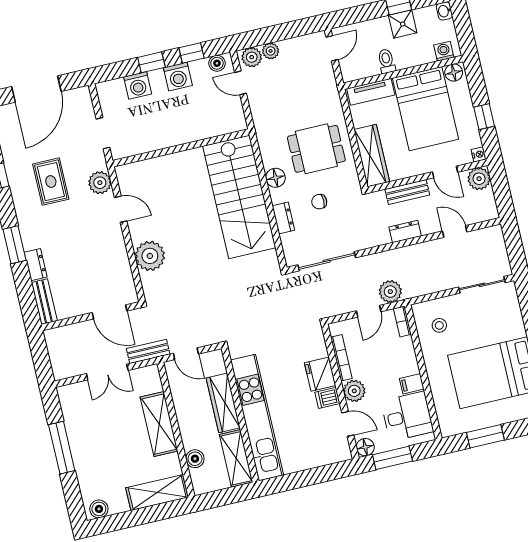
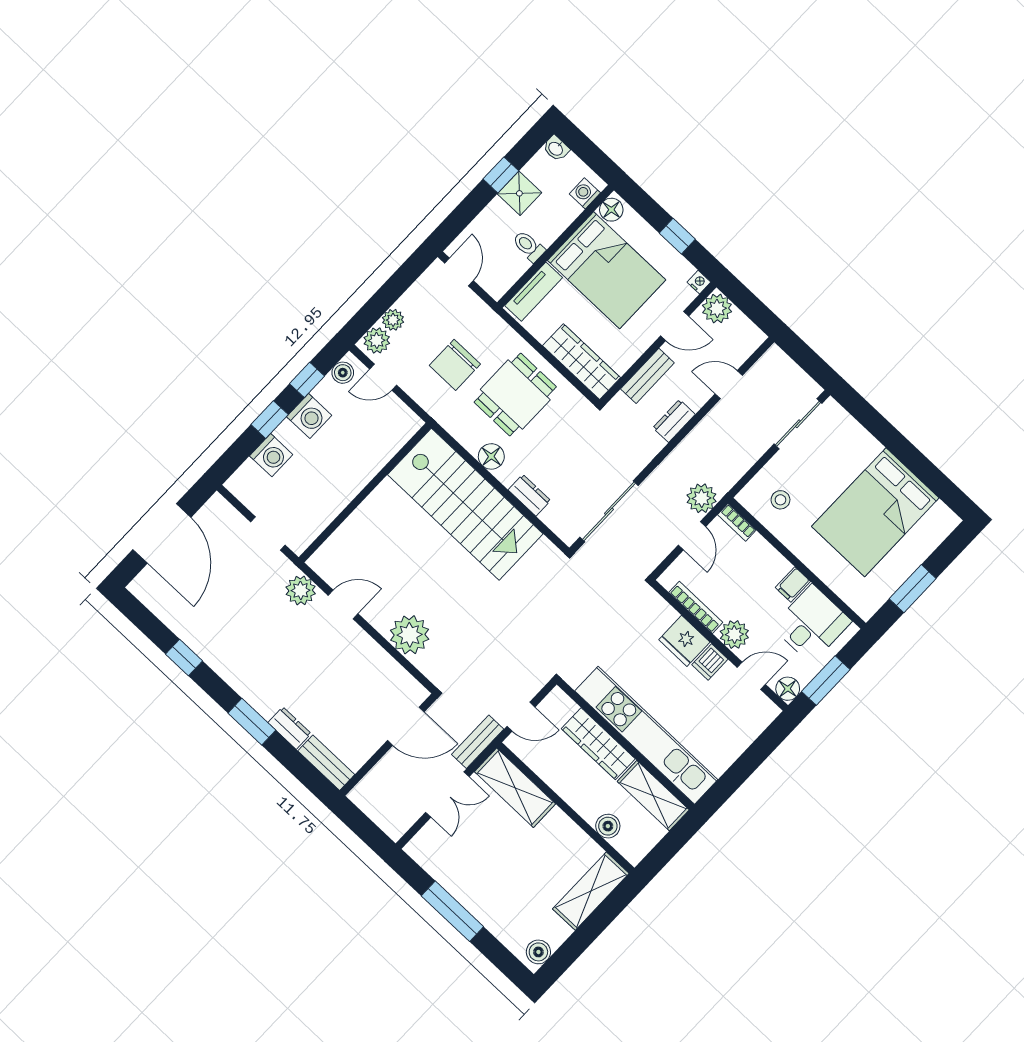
rug: (51, 182) -> (246, 625), removed
chair: (319, 202) -> (455, 365), moved, width x1.87, depth x1.87
shelving: (159, 424) -> (515, 788), moved

